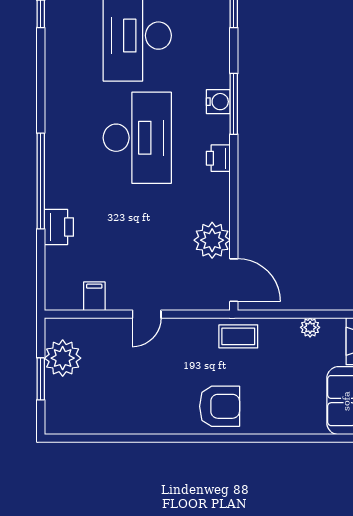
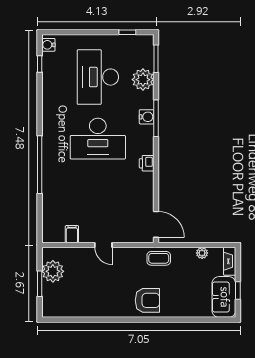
desk: (137, 138) -> (98, 139), turned 90
printer: (218, 158) -> (147, 163), moved
printer: (59, 227) -> (51, 192), removed
plant: (212, 240) -> (143, 80), moved
door: (147, 314) -> (103, 245), hinge flipped

